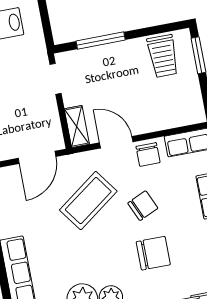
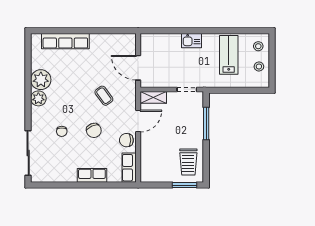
trolley: (163, 56) -> (188, 162), turned -90
coffee table: (88, 201) -> (104, 96), width x0.54, depth x0.58
chair: (153, 253) -> (62, 131), width x0.54, depth x0.54

